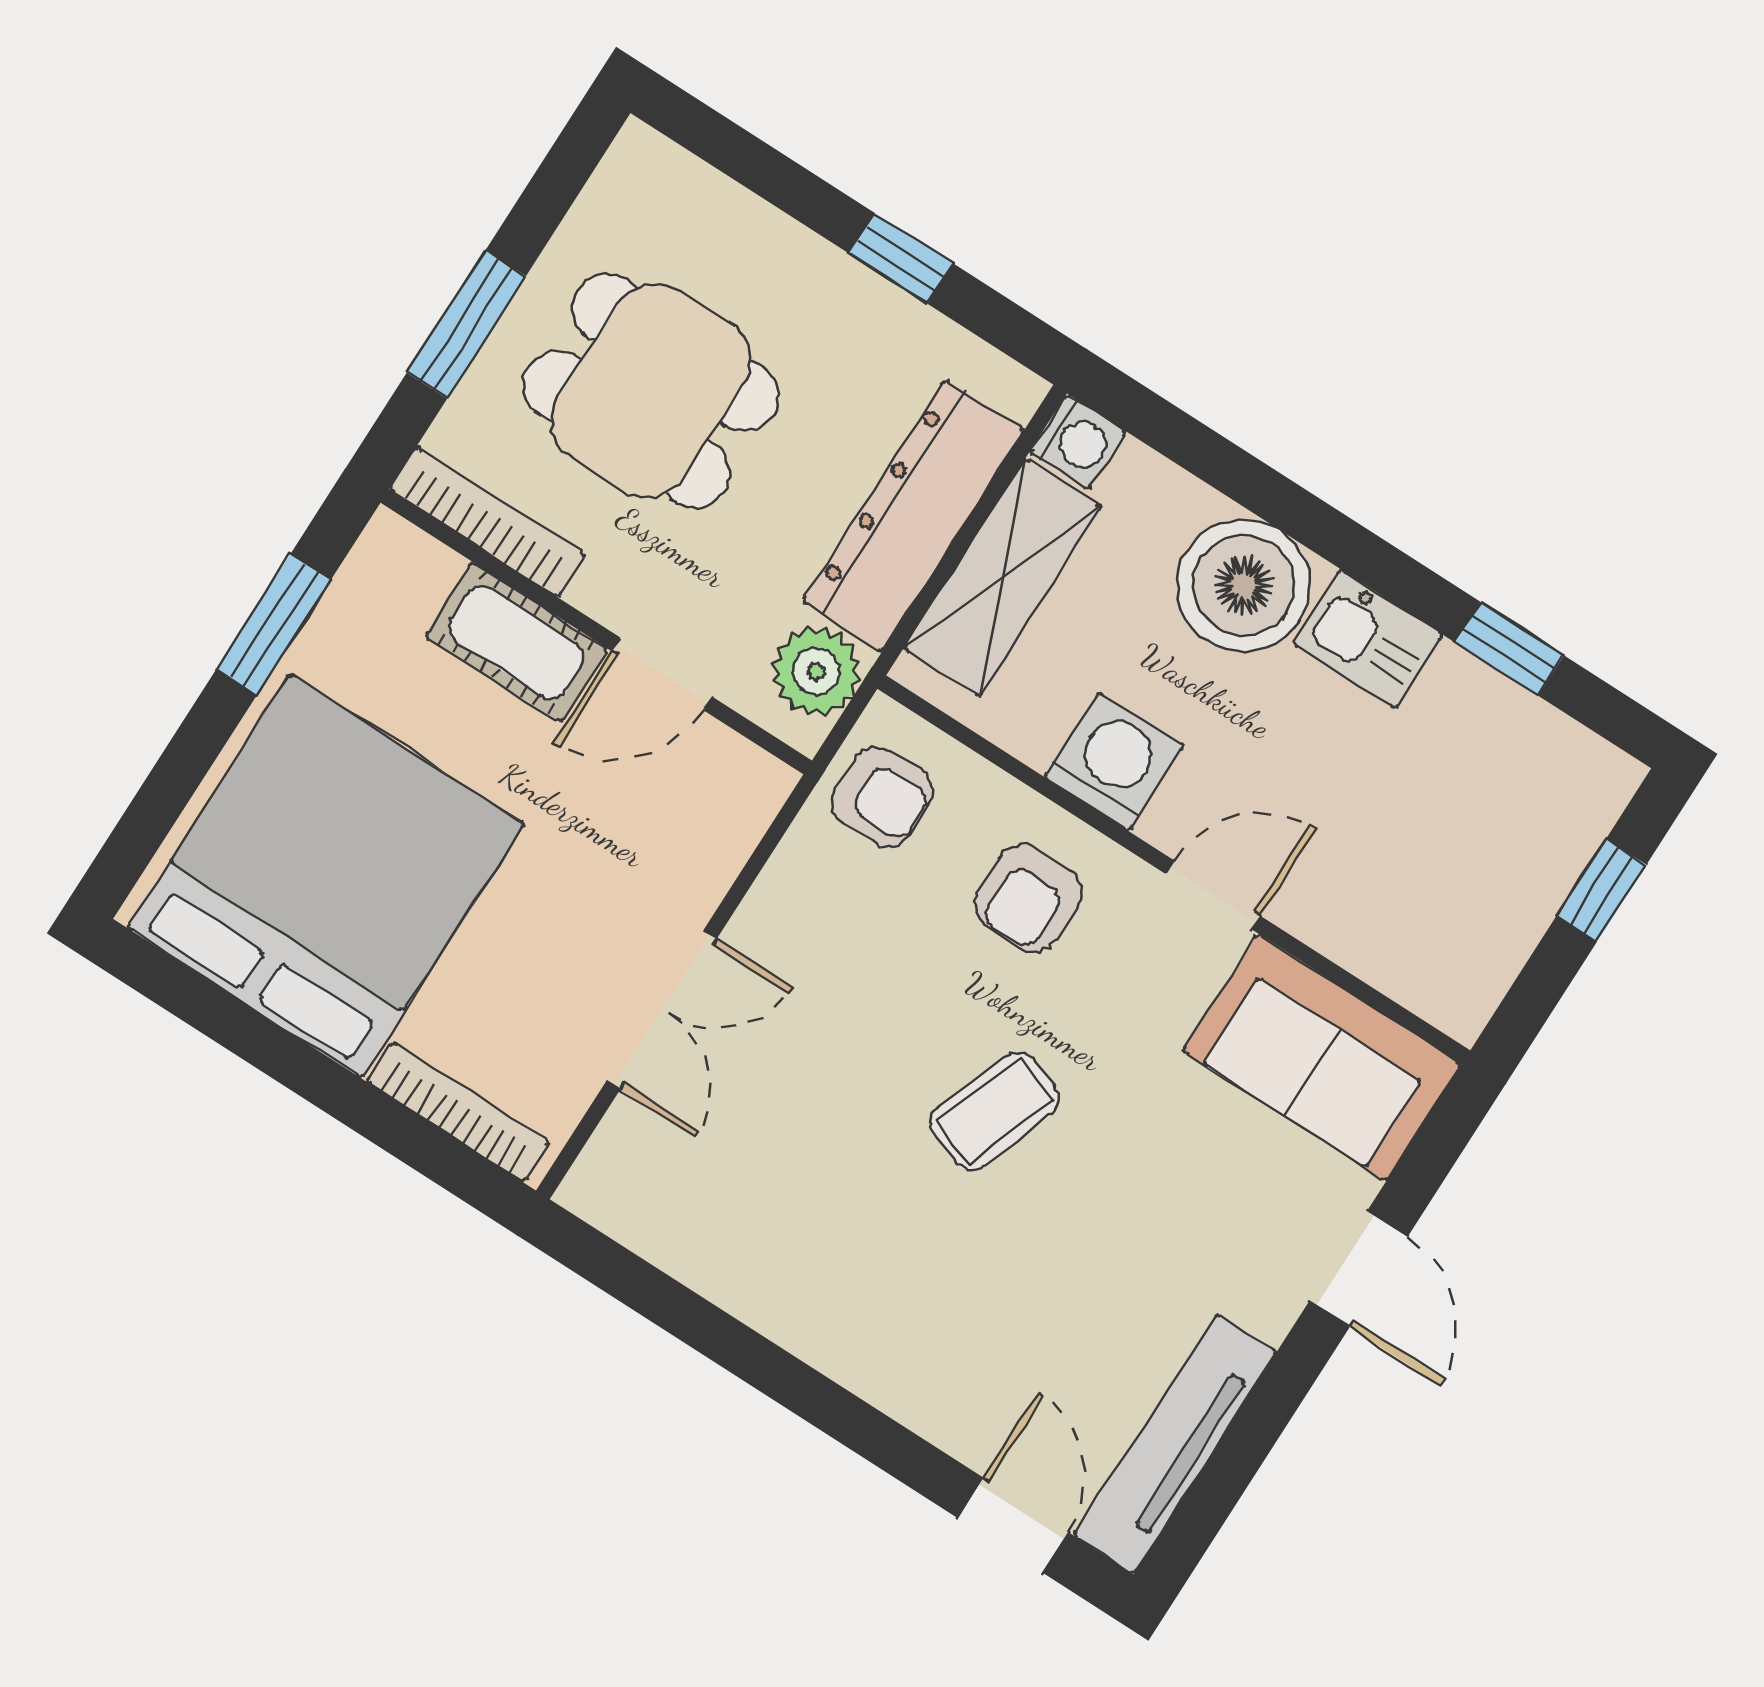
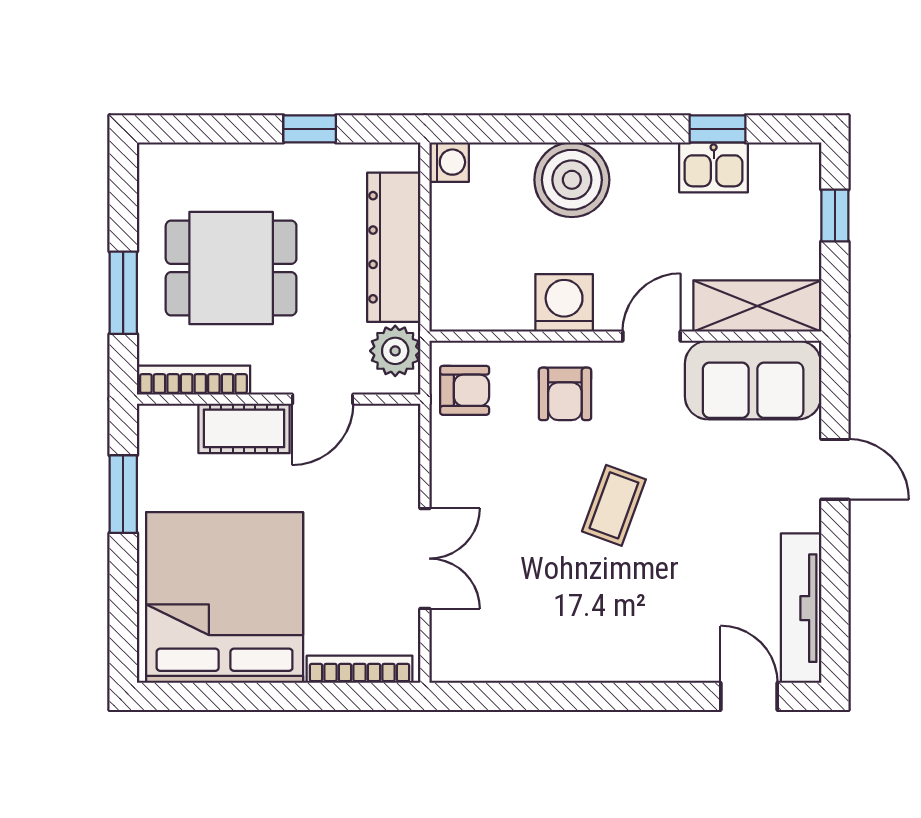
shelving: (1003, 577) -> (757, 306), moved, turned 90
kitchen sink: (1368, 639) -> (714, 167), moved

